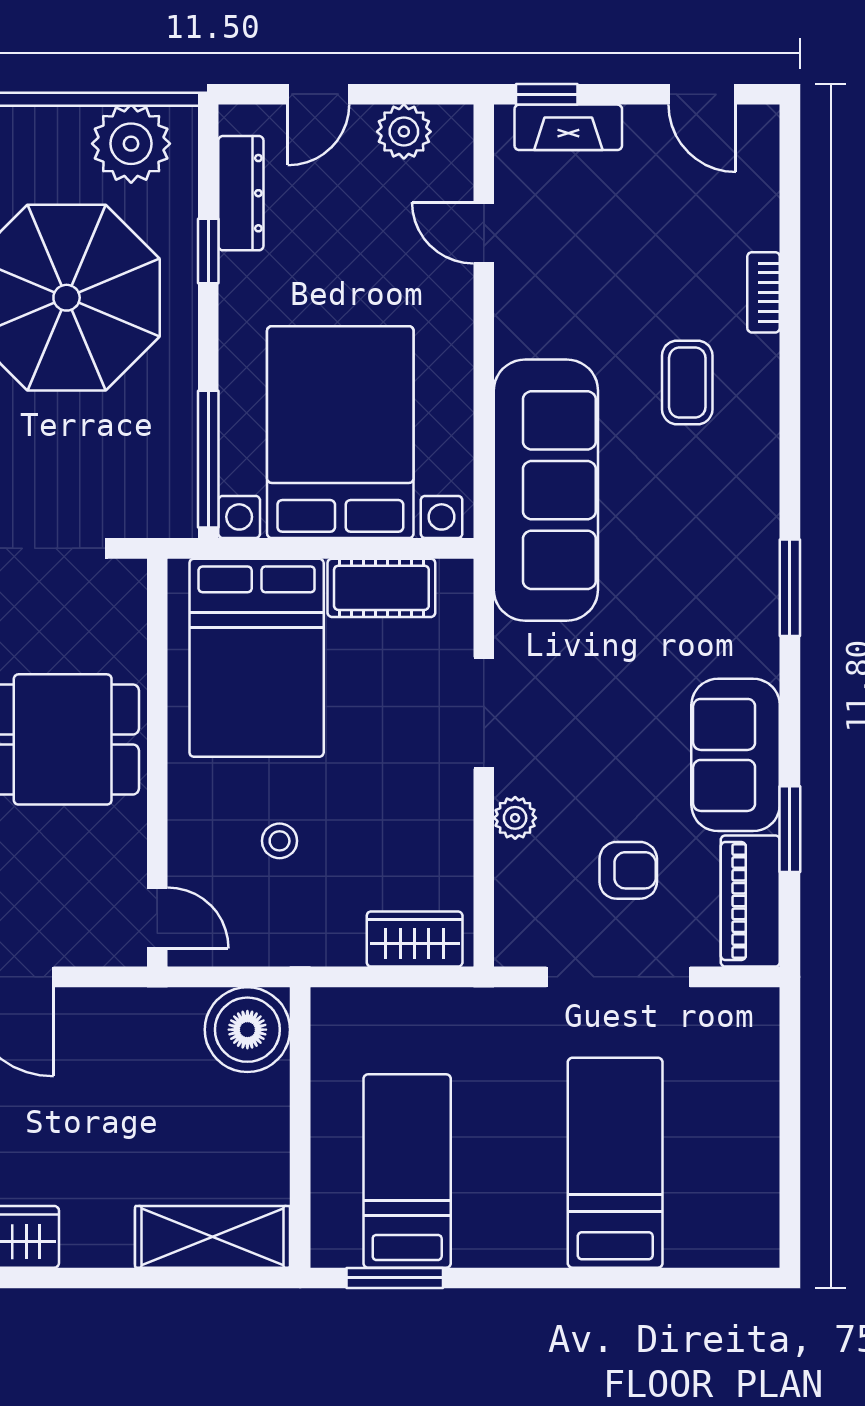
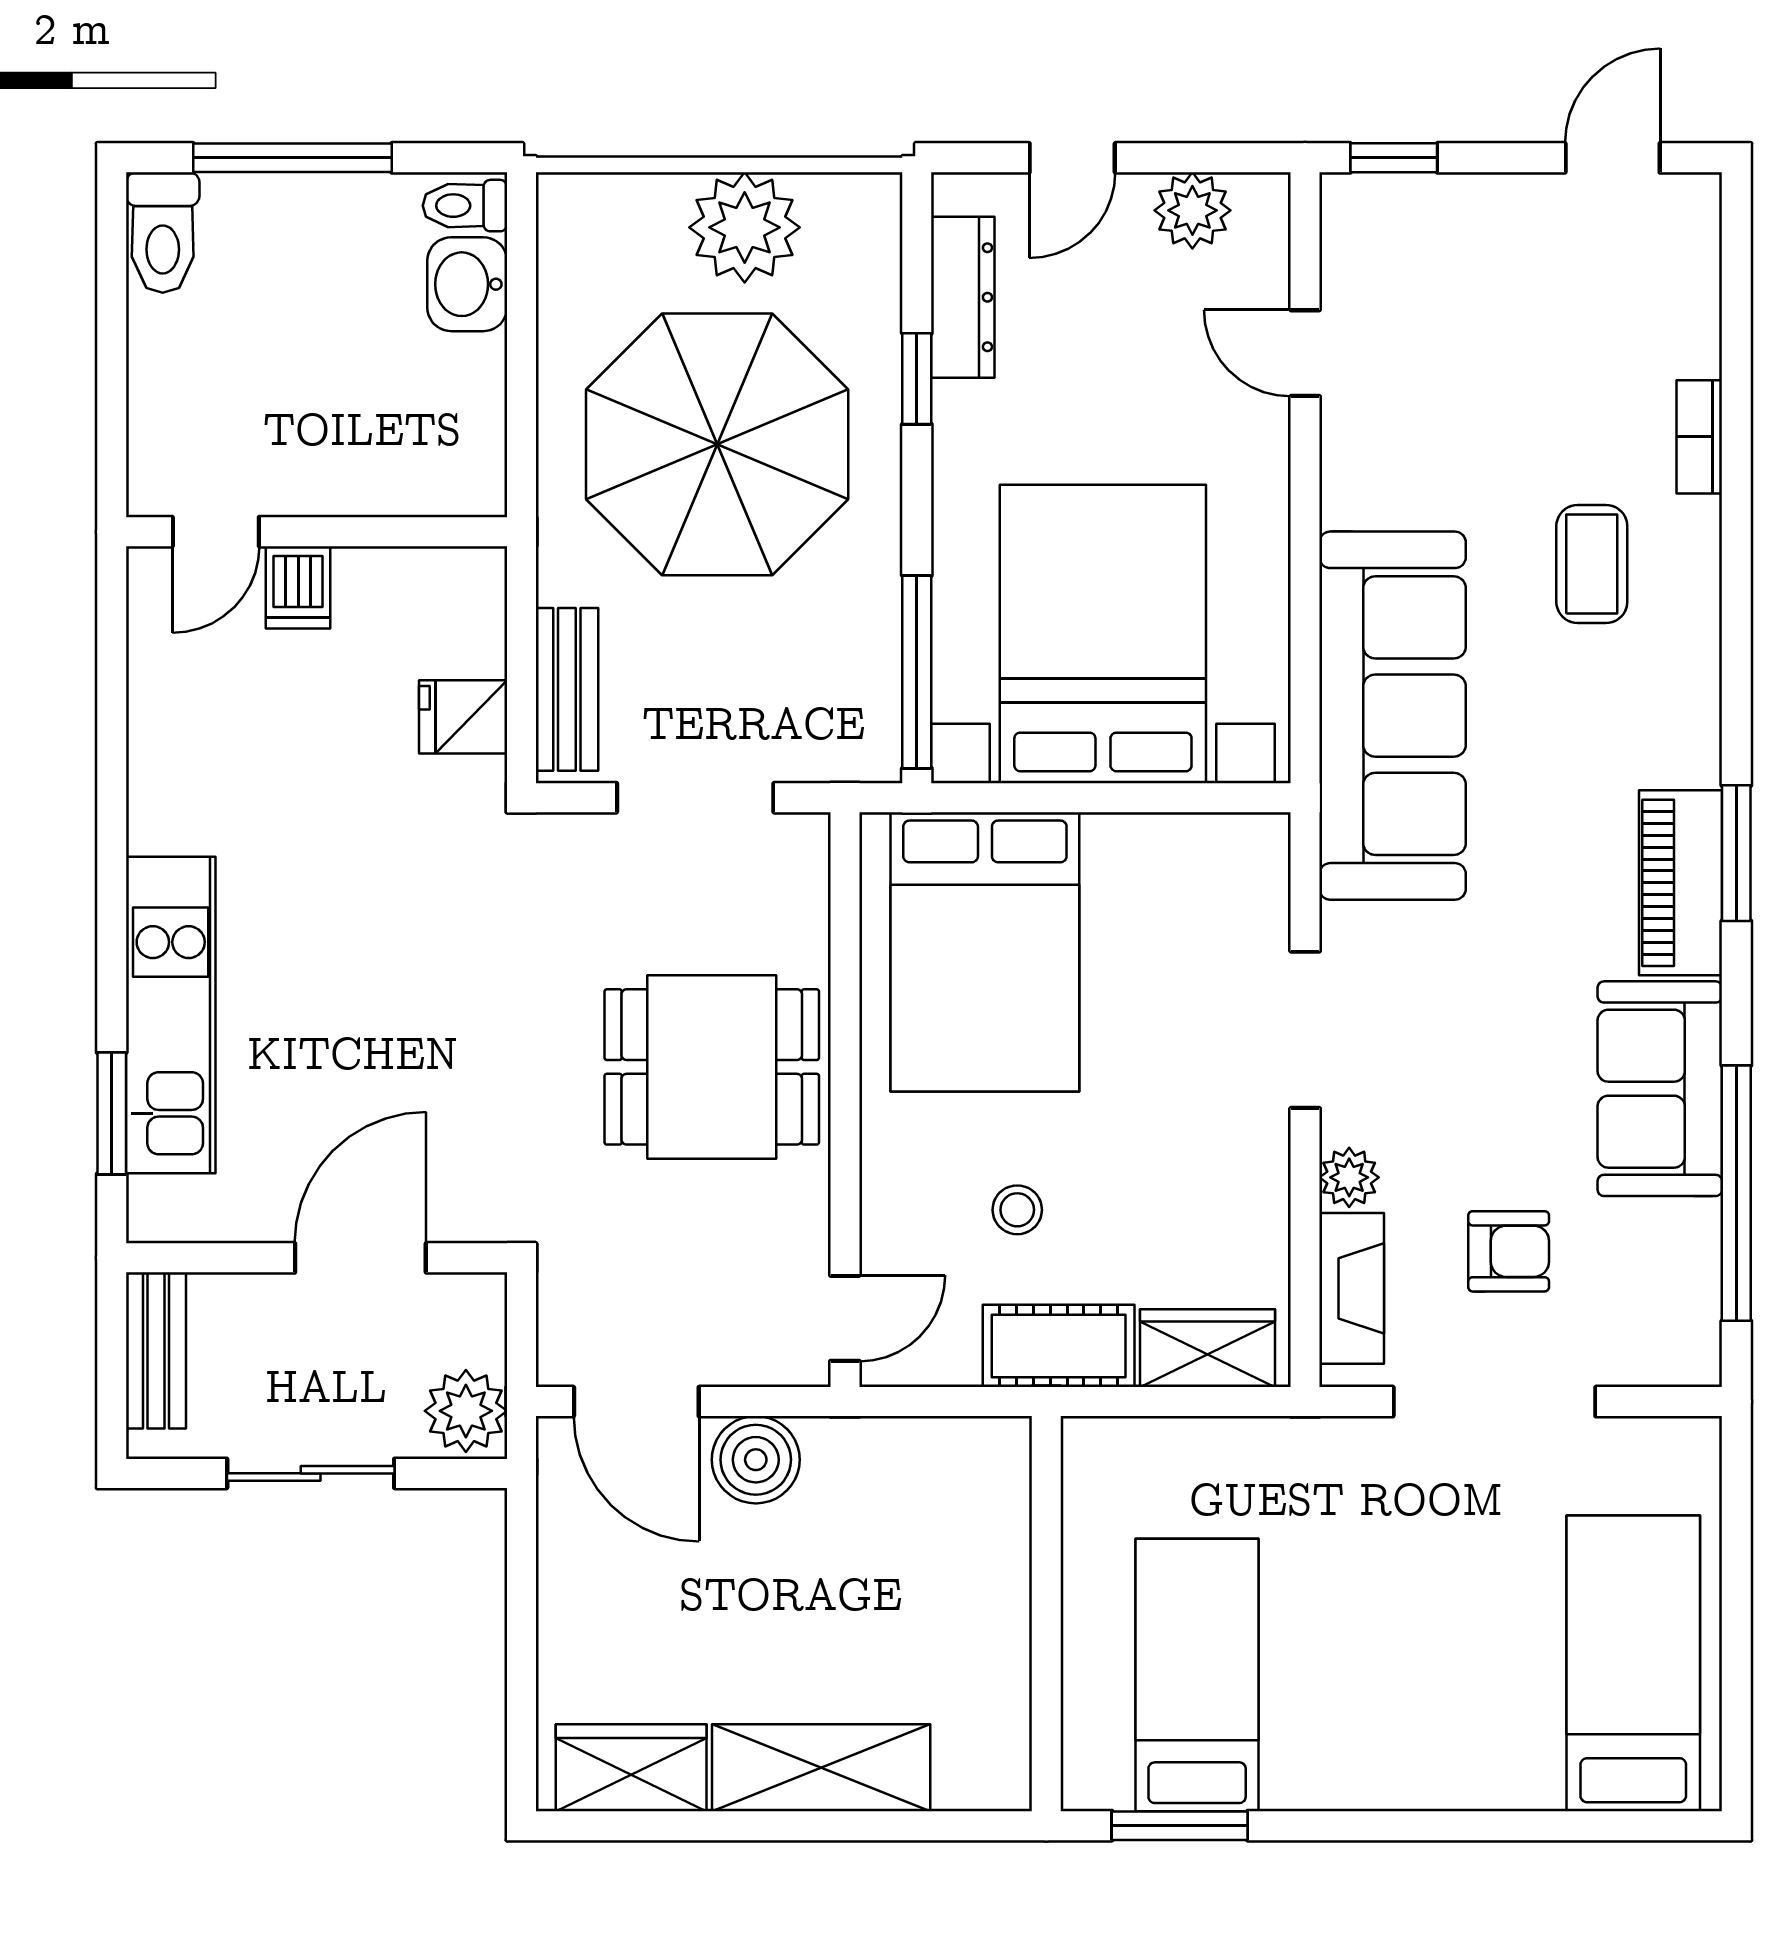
door: (702, 94) -> (1613, 158), swing flipped
fireplace: (568, 127) -> (1352, 1288), moved, turned -90
plant: (131, 144) -> (745, 227), moved
cot: (381, 588) -> (1059, 1346), moved
window: (790, 829) -> (1736, 1193), width x2.11
piano: (750, 901) -> (1681, 883), moved
door: (157, 918) -> (845, 1318), hinge flipped
boiler: (247, 1030) -> (756, 1460), moved, width x0.73, depth x0.73
bed: (615, 1163) -> (1633, 1663), moved
shelving: (212, 1237) -> (821, 1768), moved

